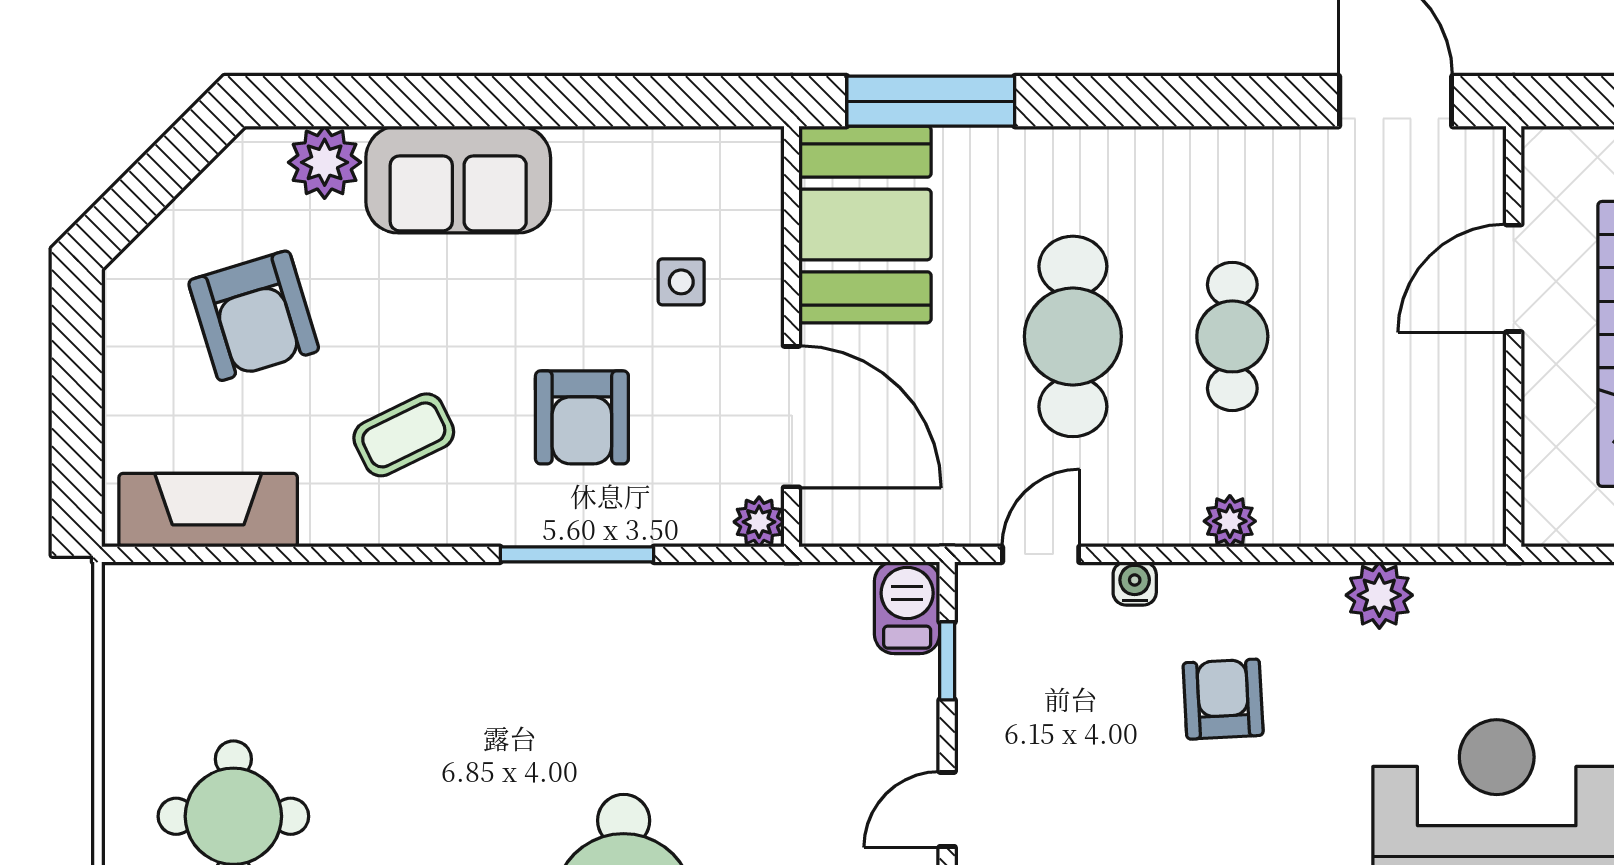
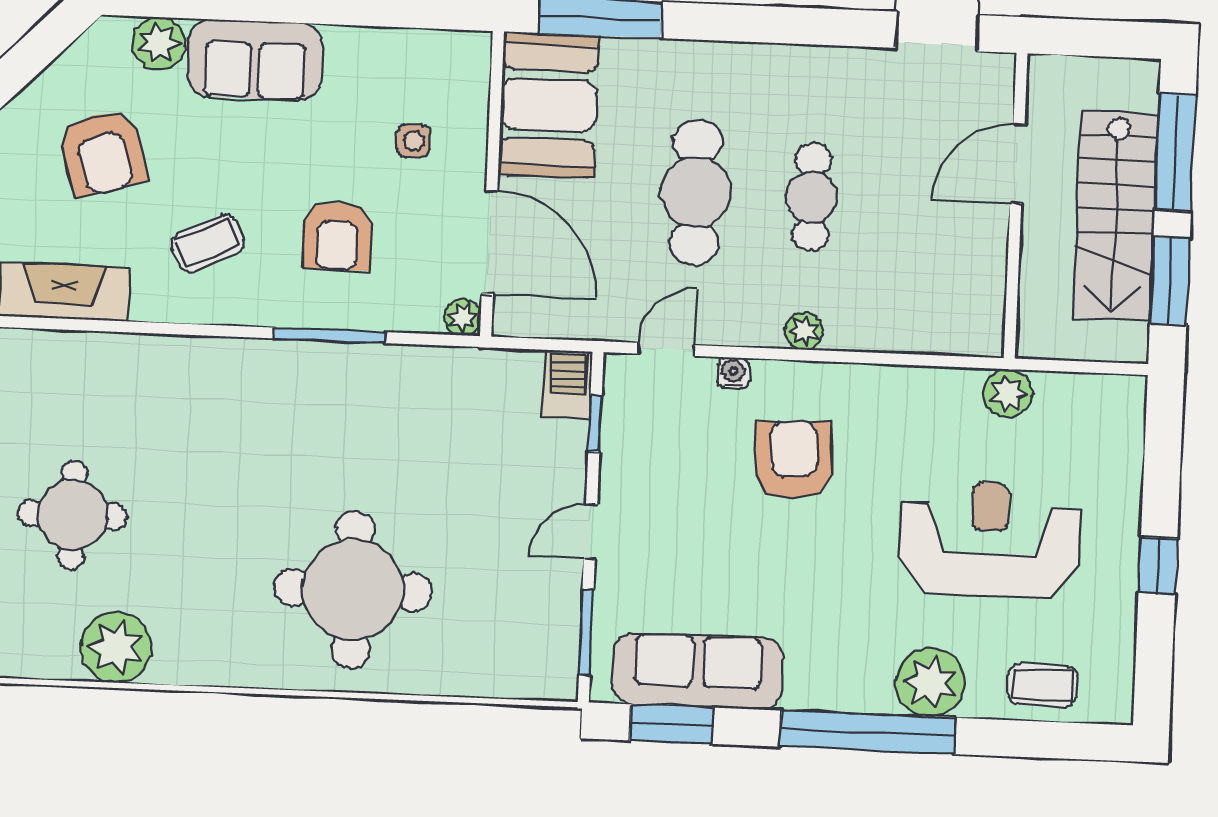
plant: (1379, 595) -> (1008, 393), moved
armchair: (1223, 699) -> (794, 460), width x1.38, depth x1.38

